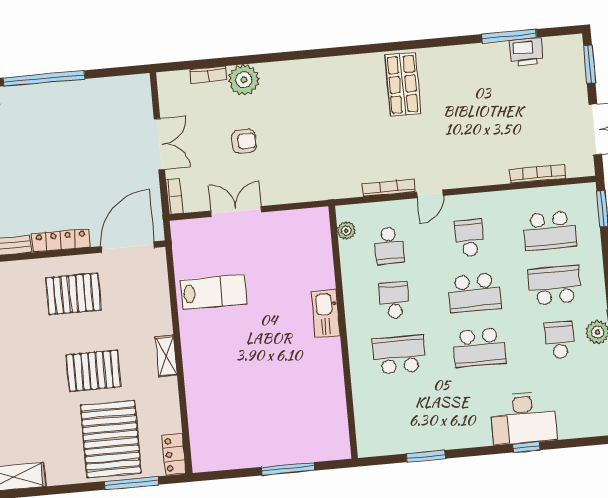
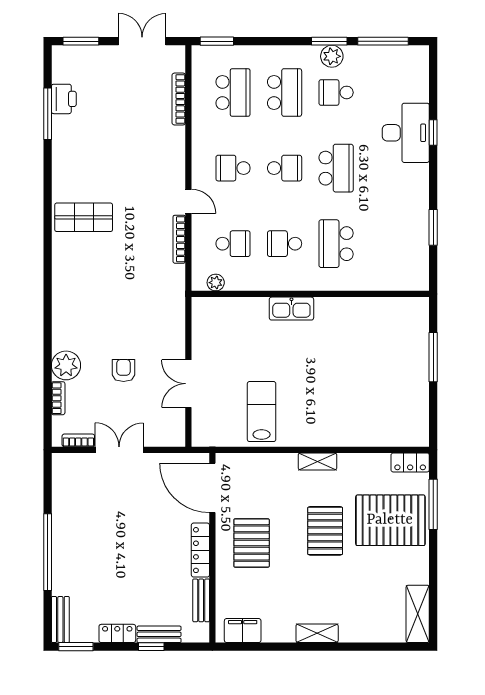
bookcase: (174, 197) -> (78, 440), moved
school desk: (555, 285) -> (285, 92), turned 180
school desk: (474, 293) -> (285, 168), width x0.54

